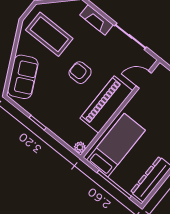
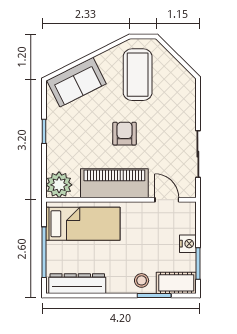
fireplace: (97, 20) -> (188, 109), removed
plant: (80, 147) -> (59, 185), width x1.87, depth x1.87

